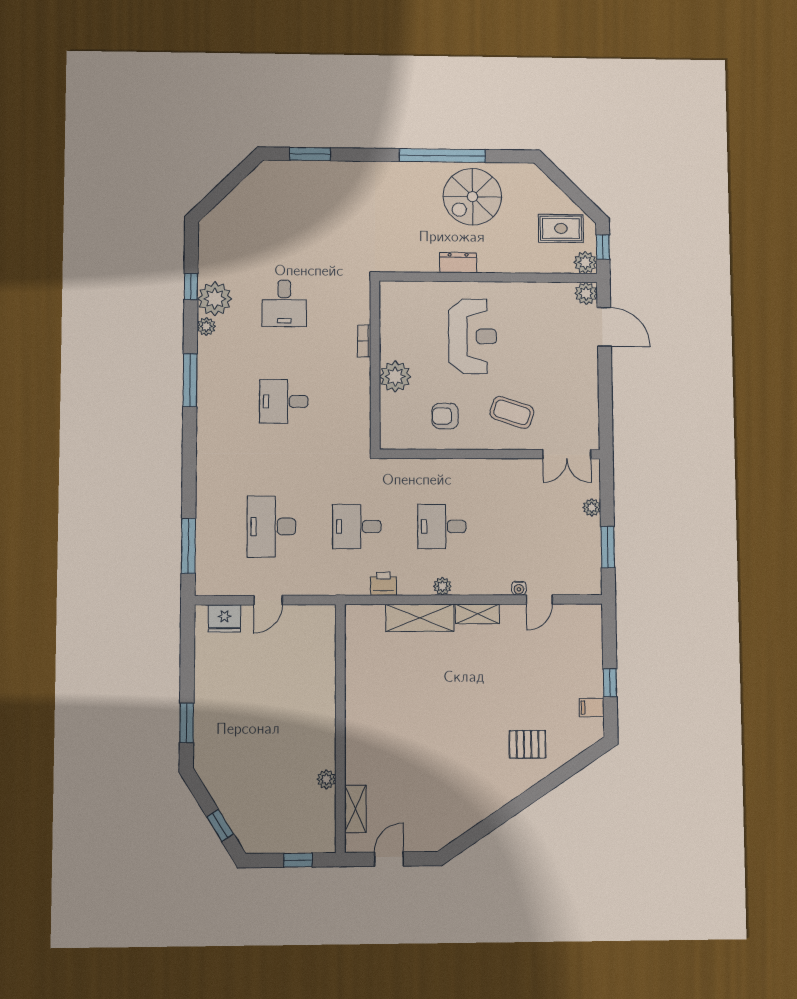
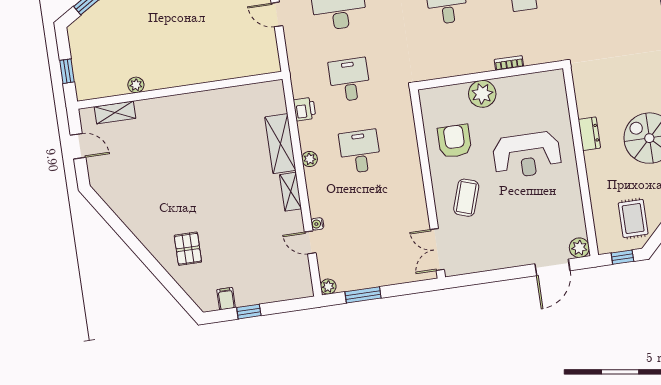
plant: (585, 262) -> (606, 244), removed
armchair: (445, 416) -> (455, 141), width x1.38, depth x1.38
plant: (592, 507) -> (328, 287), moved

